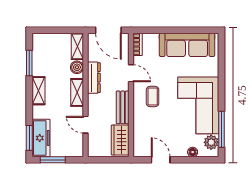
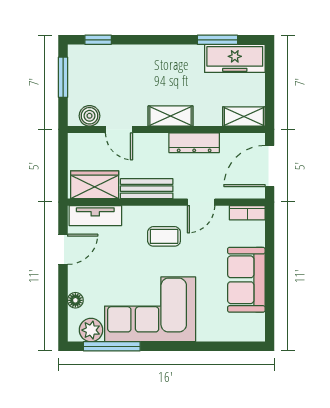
sofa: (187, 45) -> (246, 280), width x0.73
boiler: (77, 67) -> (90, 116), moved
shelving: (39, 91) -> (173, 54), removed
door: (86, 125) -> (119, 129), swing flipped
window: (29, 138) -> (98, 40), width x0.67
freezer: (41, 138) -> (235, 58), moved
tv unit: (139, 140) -> (95, 216), added

